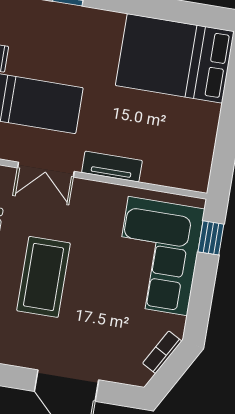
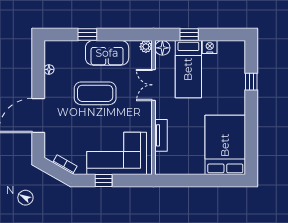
tv unit: (112, 167) -> (161, 135), moved
window: (211, 238) -> (104, 180), moved

